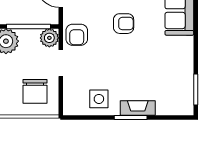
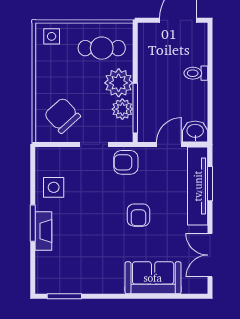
plant: (49, 38) -> (122, 109), moved
chair: (35, 91) -> (62, 115), turned 48

